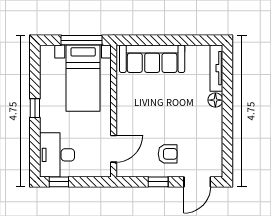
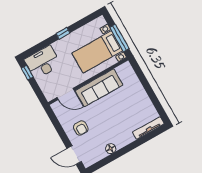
sofa: (152, 59) -> (99, 88), moved, turned -90
floor lamp: (215, 100) -> (111, 149), moved
window: (158, 182) -> (61, 132), removed

